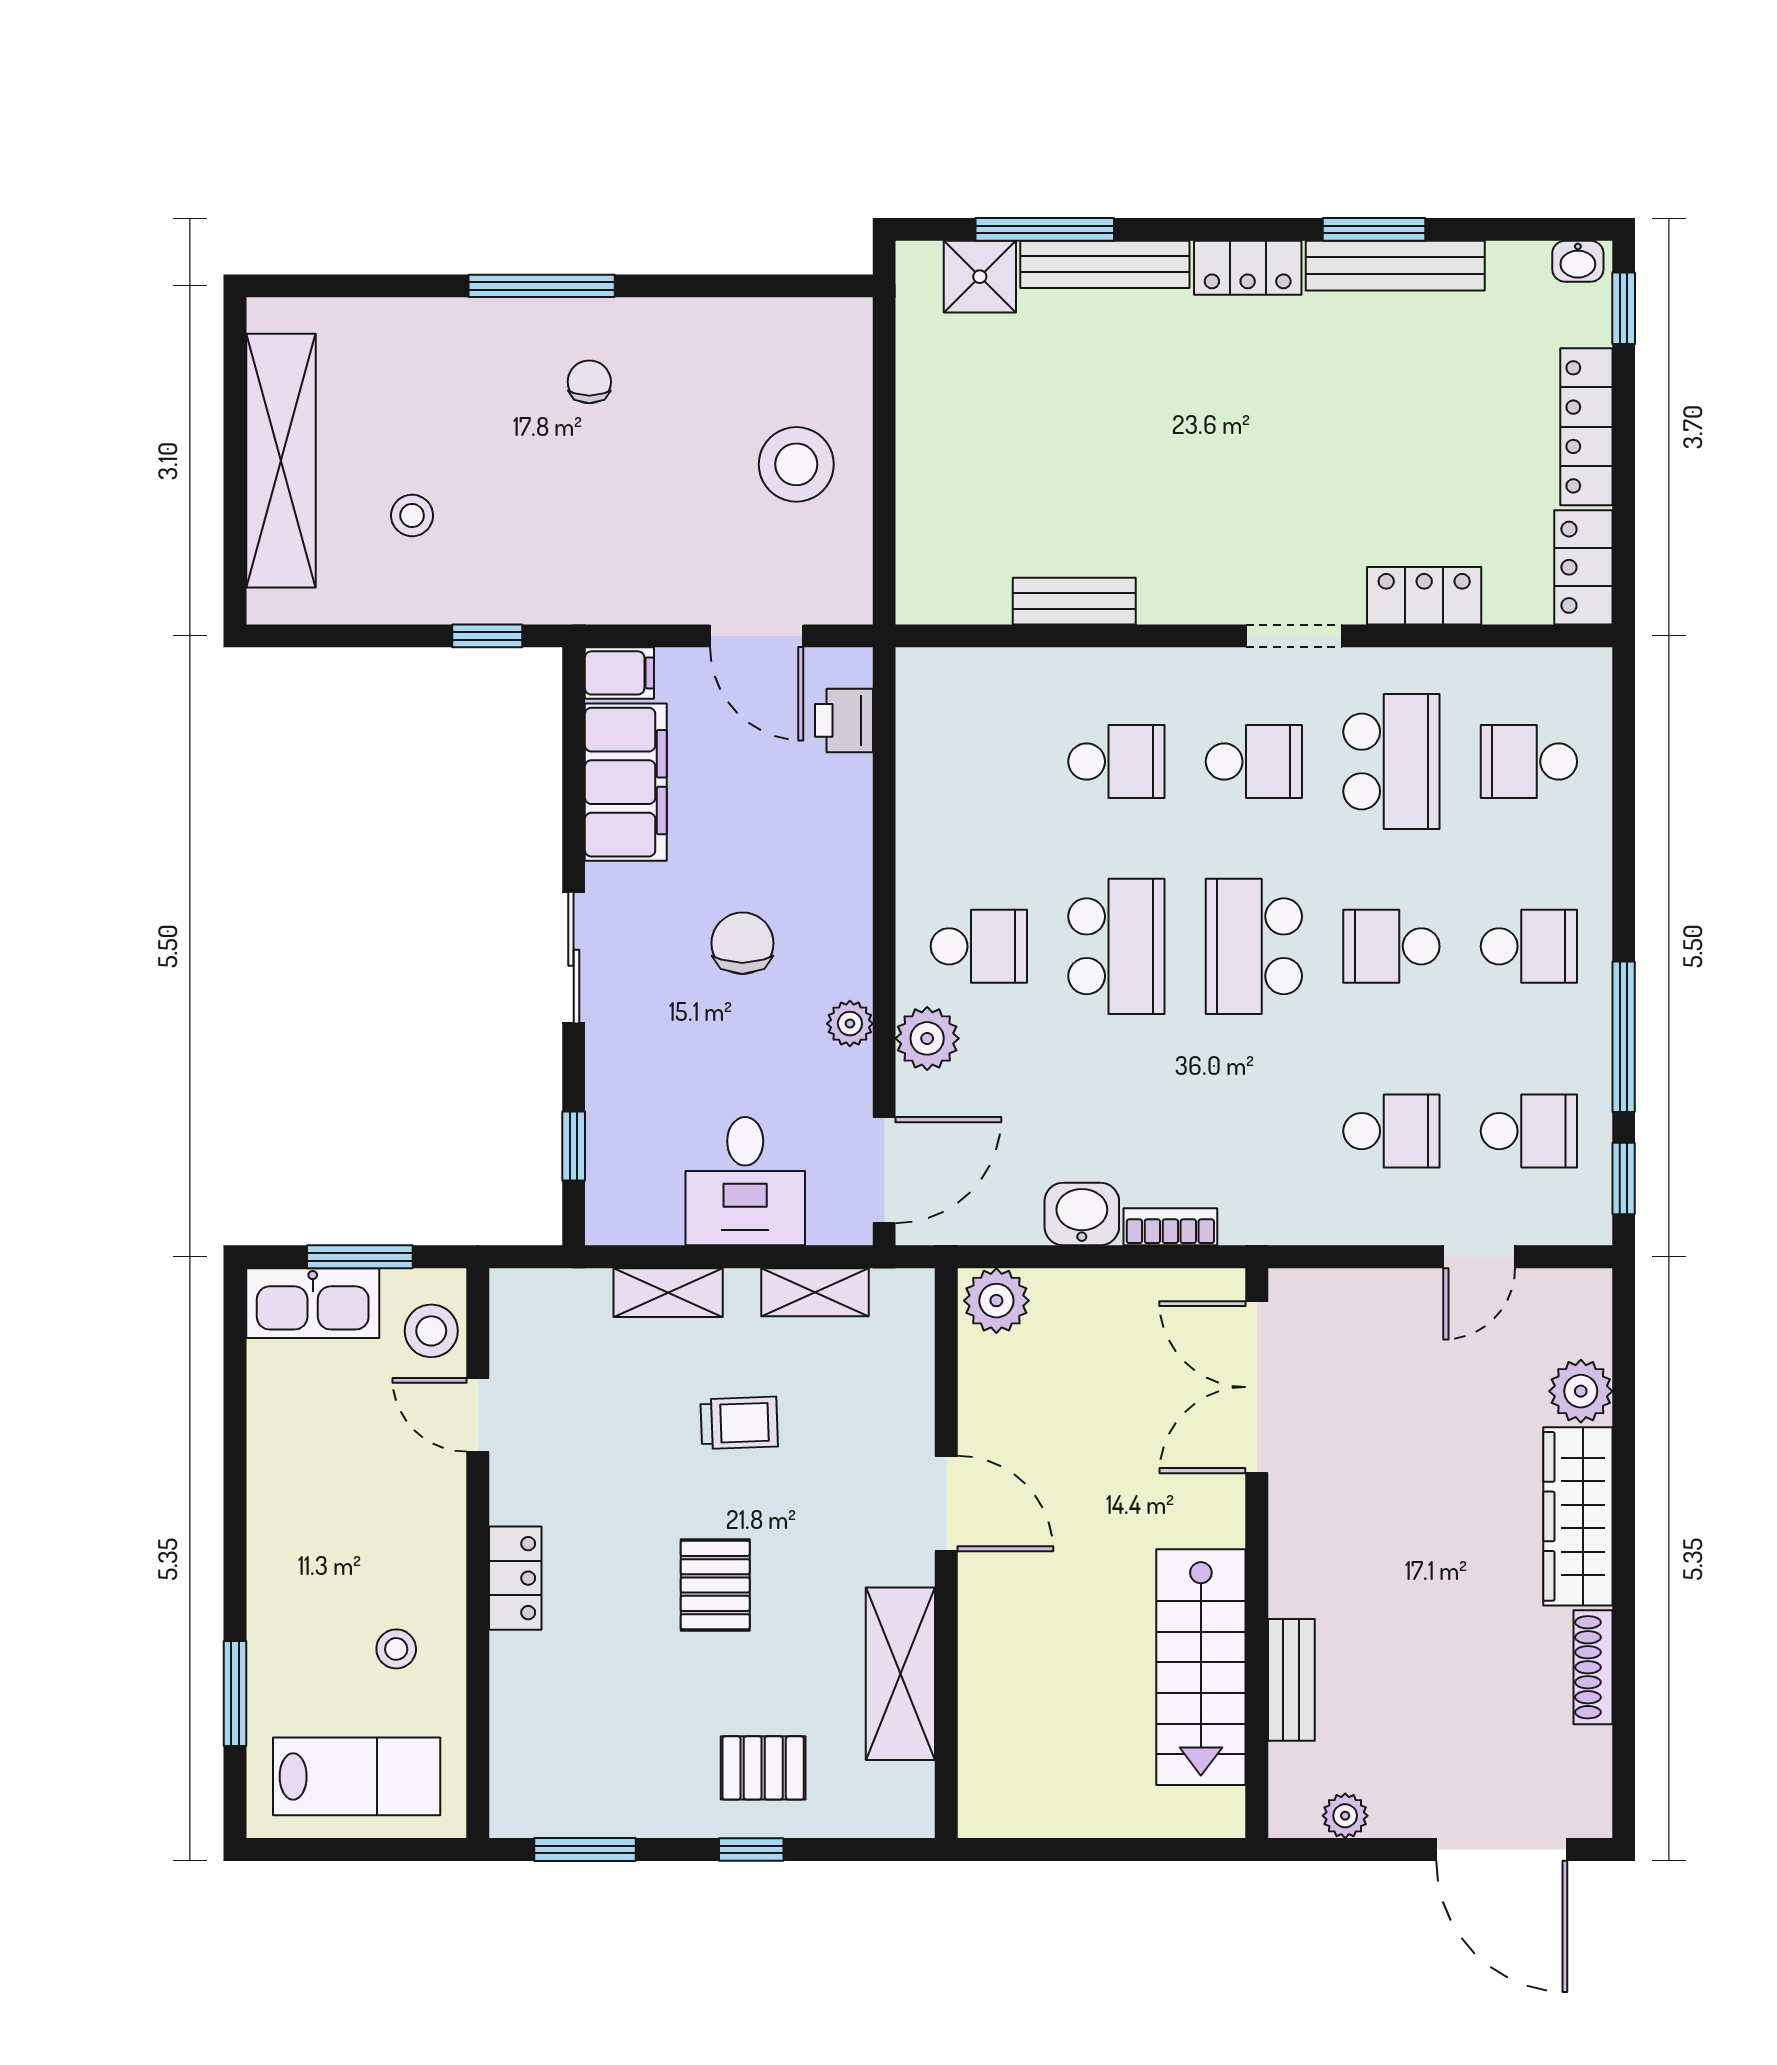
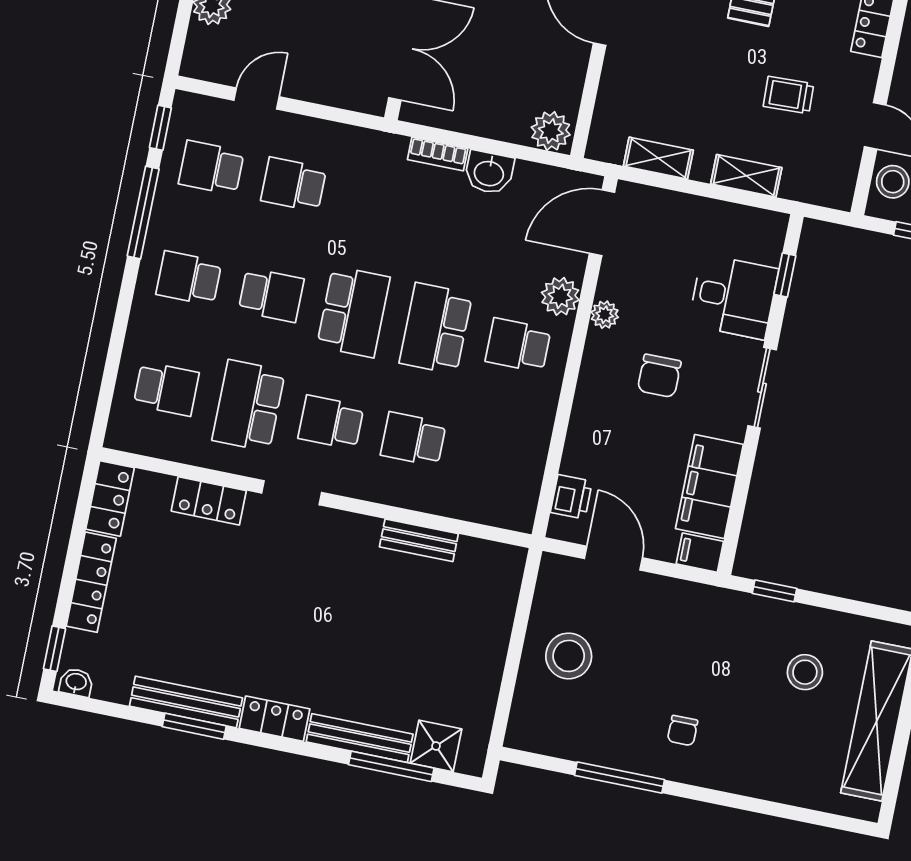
window: (542, 286) -> (620, 778), moved
stool: (412, 515) -> (805, 672), width x1.37, depth x1.37
desk: (745, 1181) -> (733, 297), moved, turned 90
trolley: (739, 1423) -> (789, 95), moved

